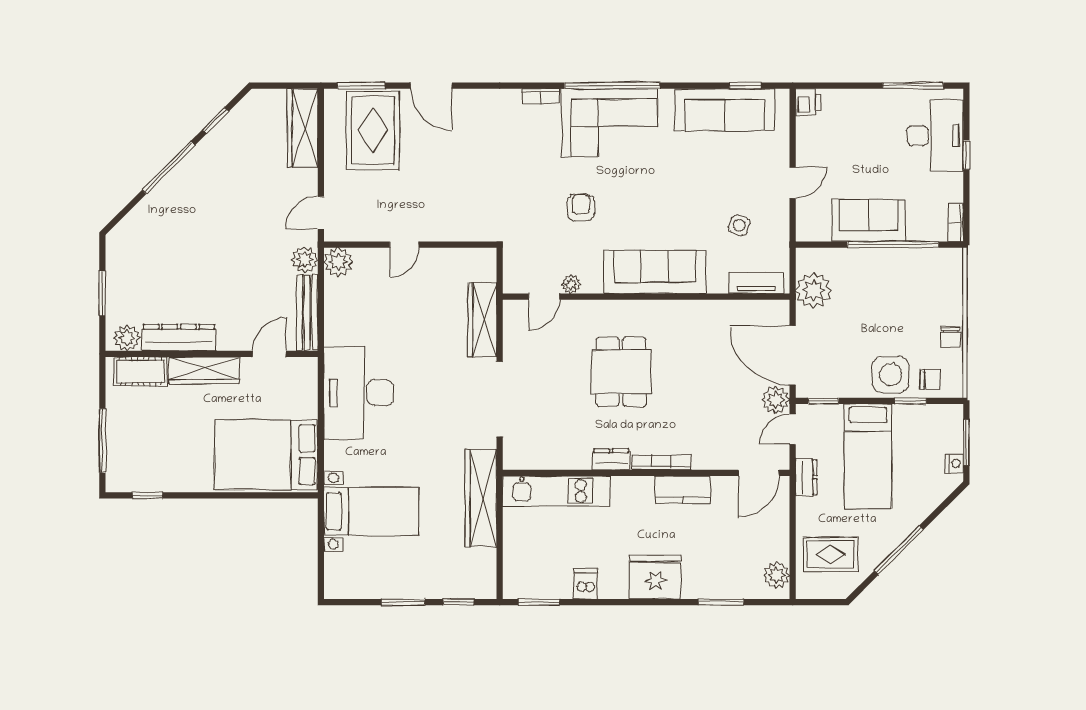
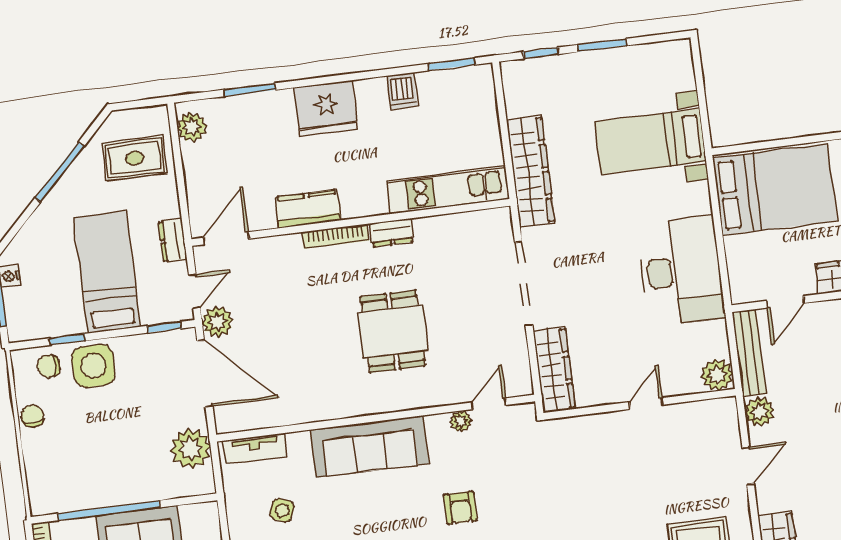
door: (404, 245) -> (646, 403), moved
wall: (410, 245) -> (640, 404), moved
plant: (338, 262) -> (717, 375), moved

